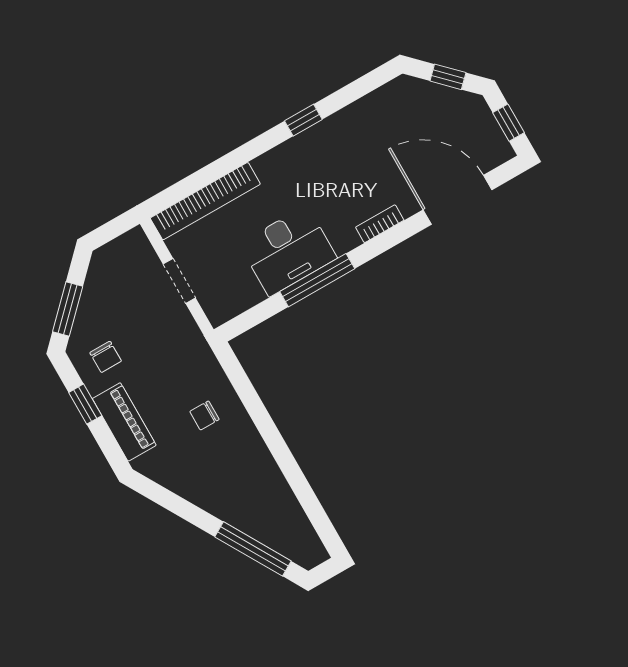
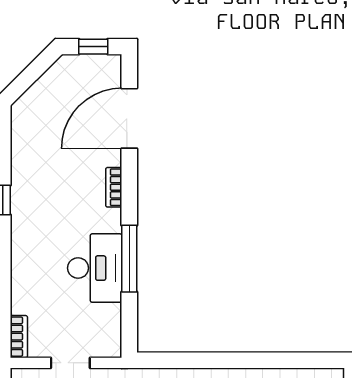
window: (448, 77) -> (33, 73), removed
bookcase: (205, 201) -> (19, 337), width x0.43, depth x0.76

